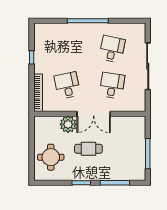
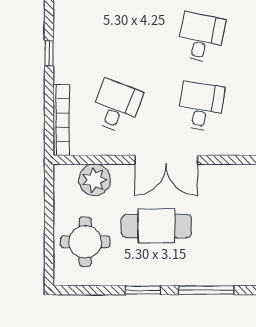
desk: (67, 85) -> (116, 106), turned 33
plant: (68, 124) -> (95, 180), moved
cafe table: (88, 149) -> (156, 226), width x1.37, depth x1.35

